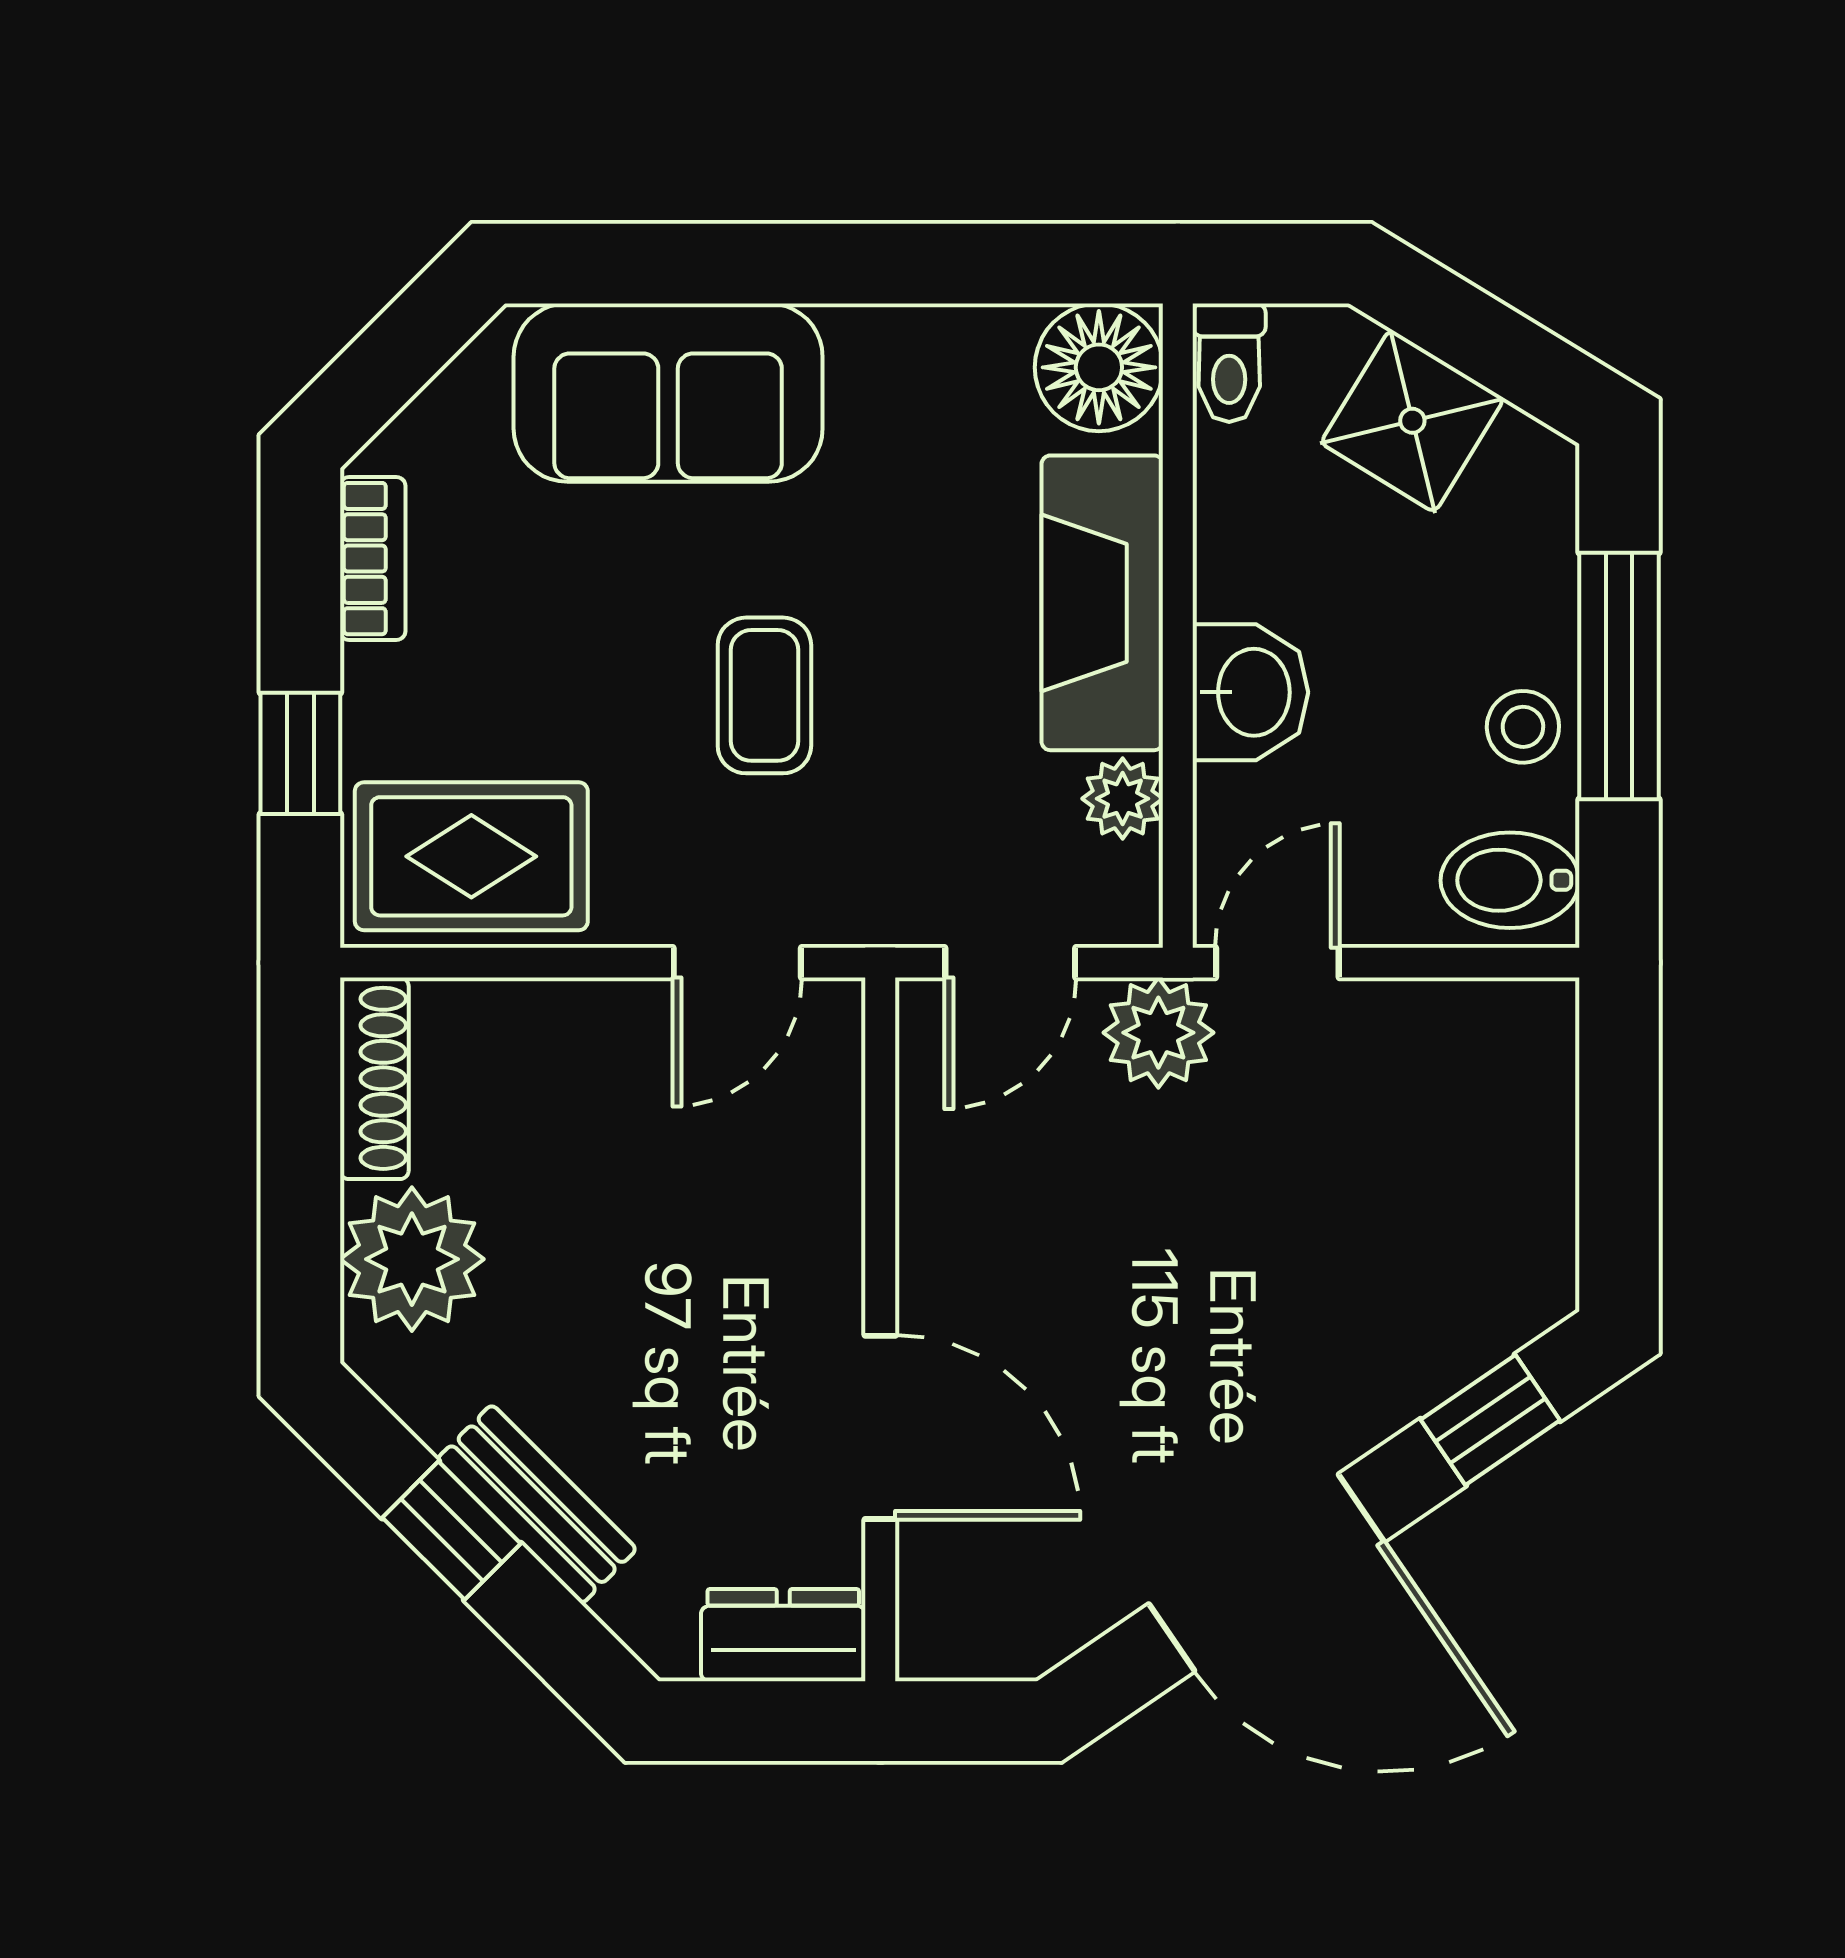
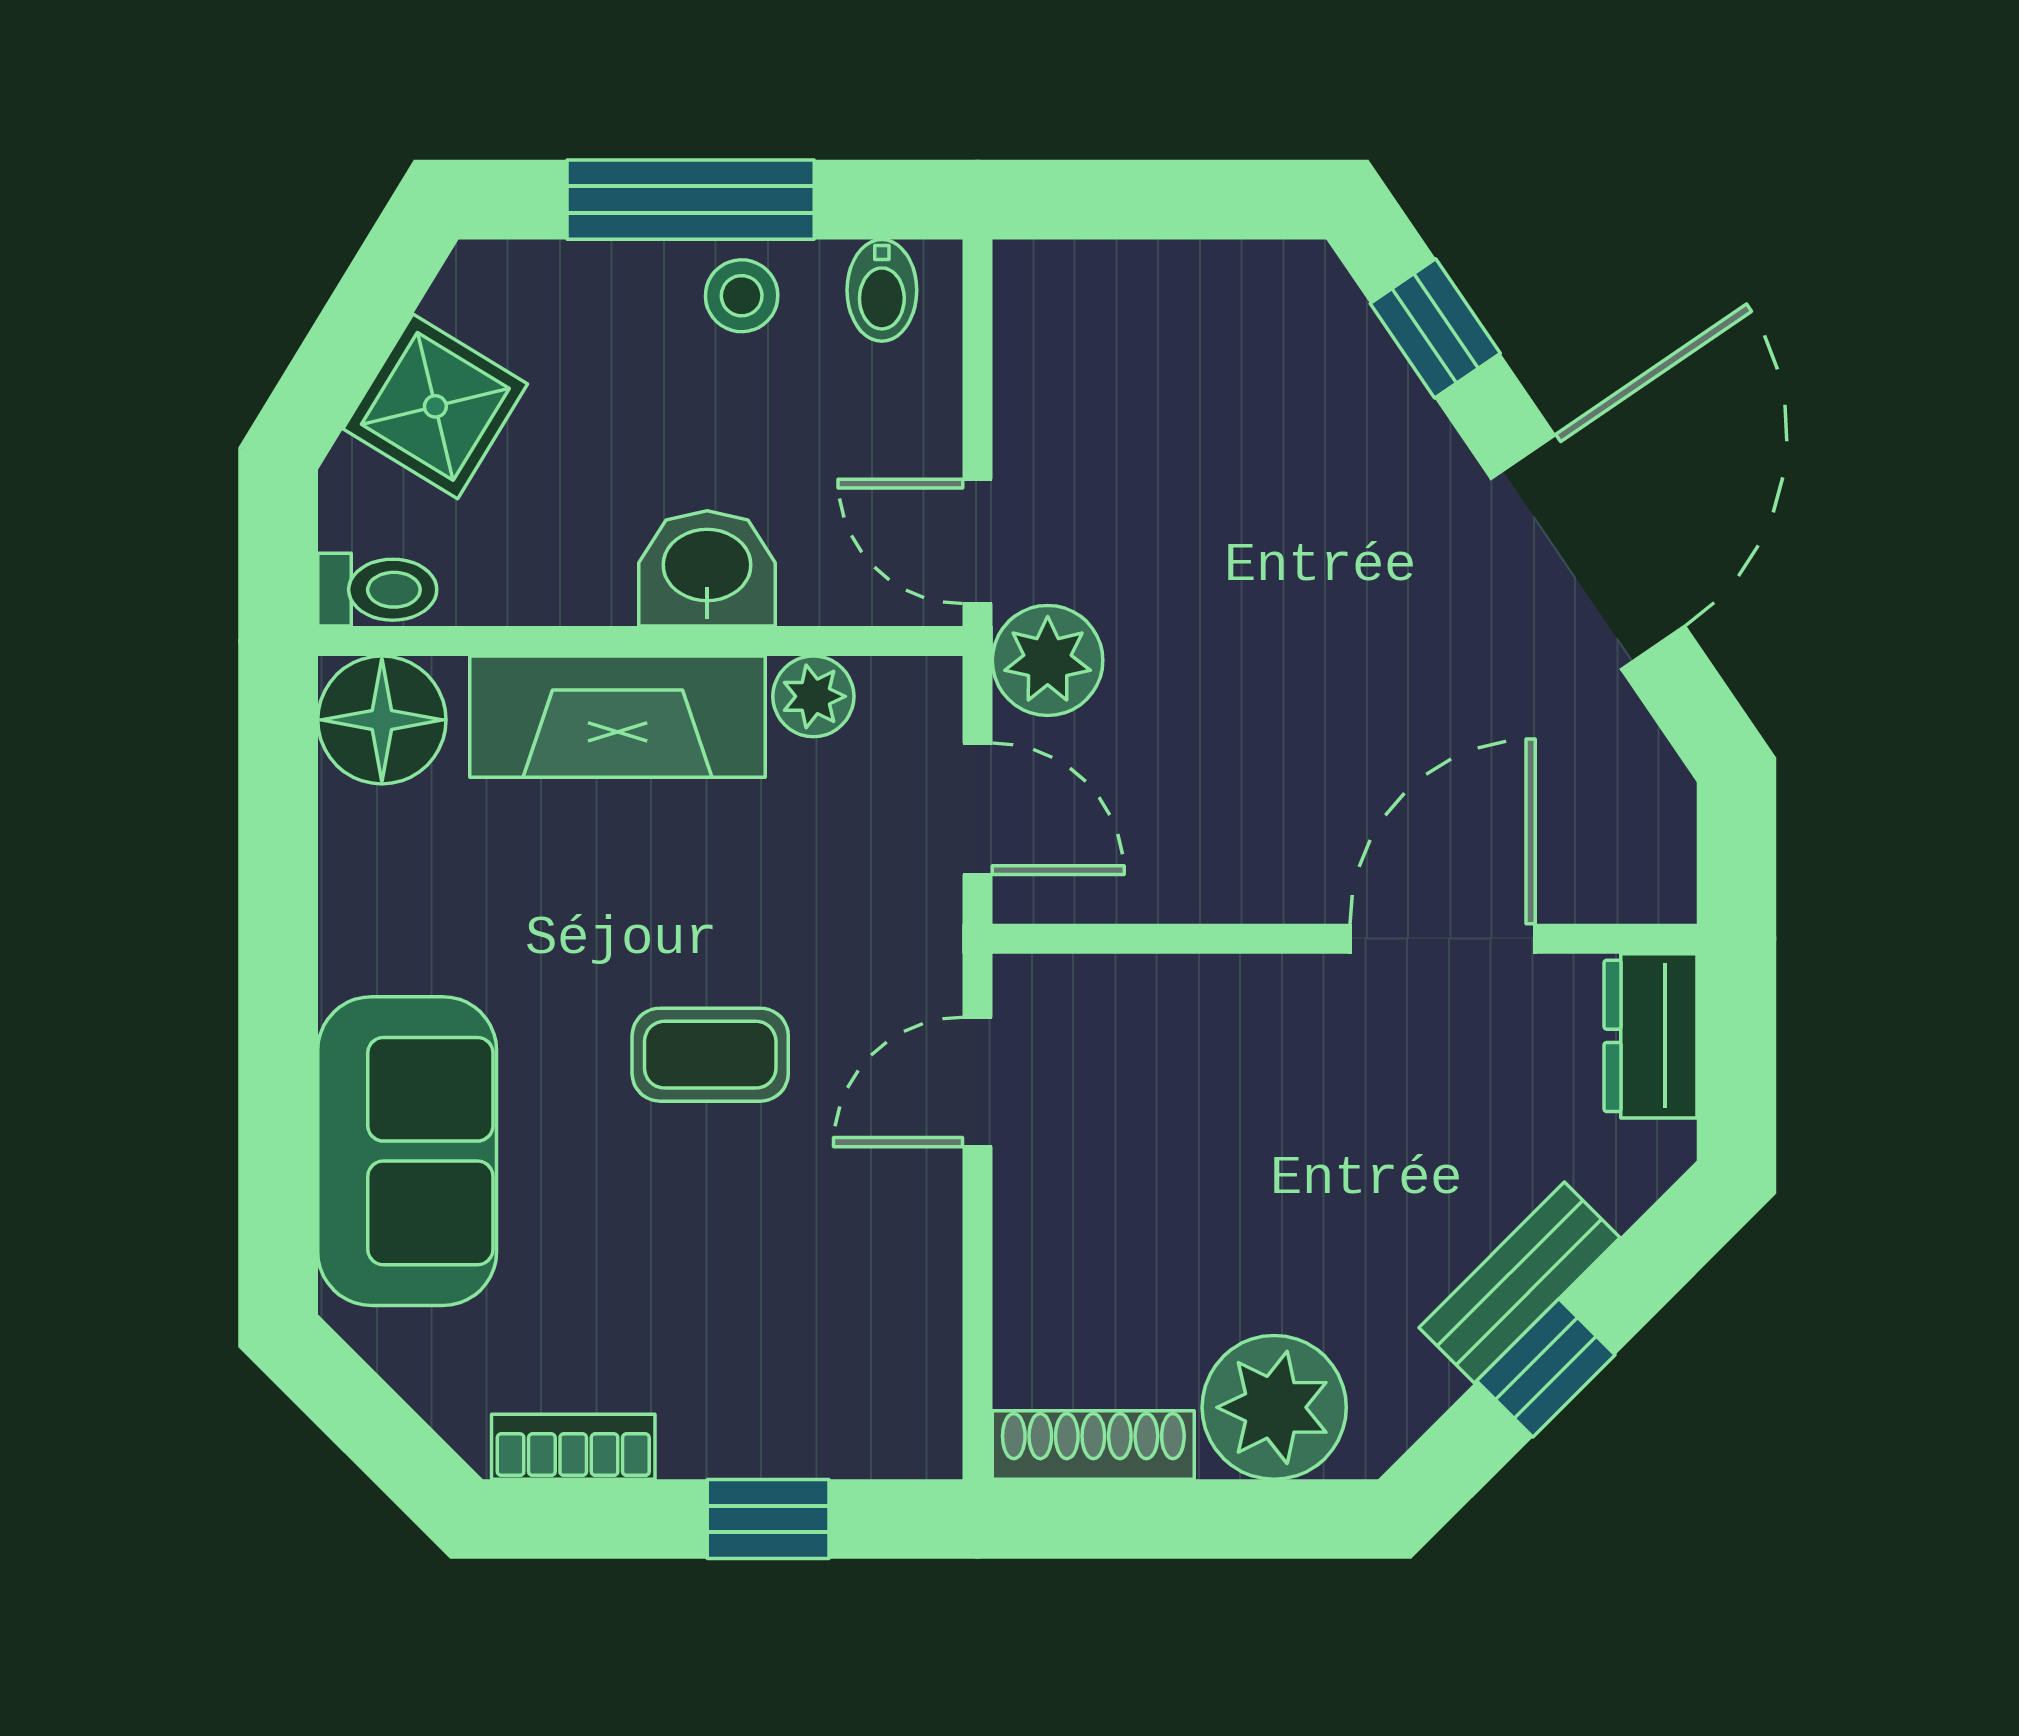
rug: (471, 856) -> (871, 1348), removed
bidet: (1510, 880) -> (882, 290), width x0.72, depth x0.74
door: (737, 963) -> (978, 1082), swing flipped

